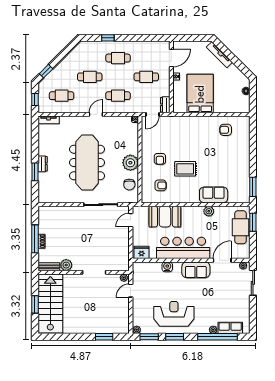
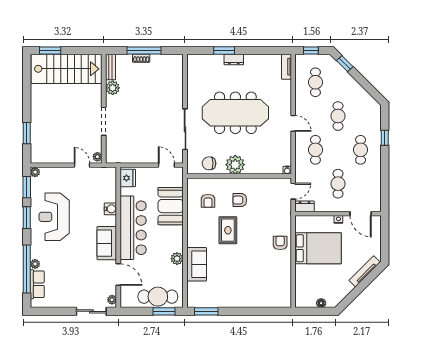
door: (152, 114) -> (293, 191), swing flipped
armchair: (226, 130) -> (280, 243), moved
window: (35, 304) -> (50, 50), moved
reception desk: (174, 314) -> (54, 217), turned 180

